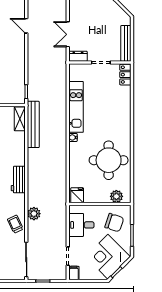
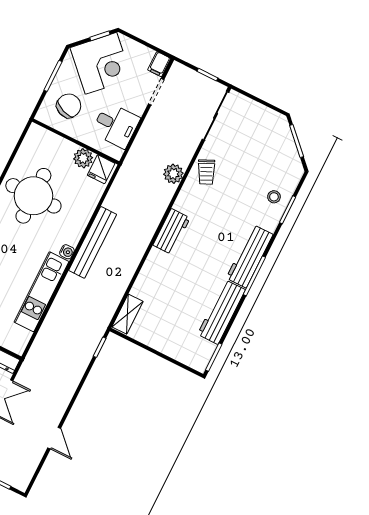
bench: (33, 124) -> (93, 242), moved
plant: (116, 196) -> (83, 158), moved
chair: (114, 223) -> (69, 106), turned 93

